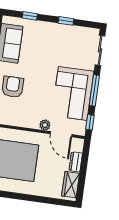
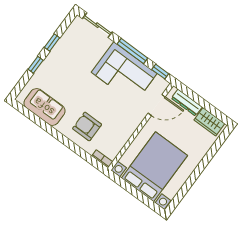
window: (30, 16) -> (36, 65), moved
plant: (45, 125) -> (140, 115), removed
dresser: (76, 162) -> (187, 103), width x1.44

